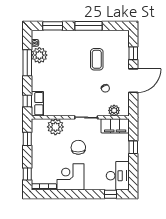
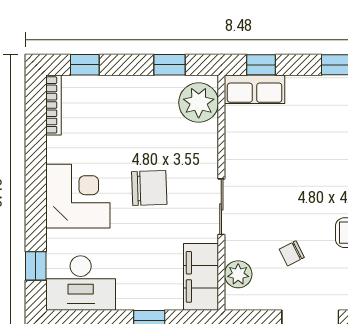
plant: (55, 127) -> (199, 103), moved
corner desk: (71, 177) -> (78, 196), moved

